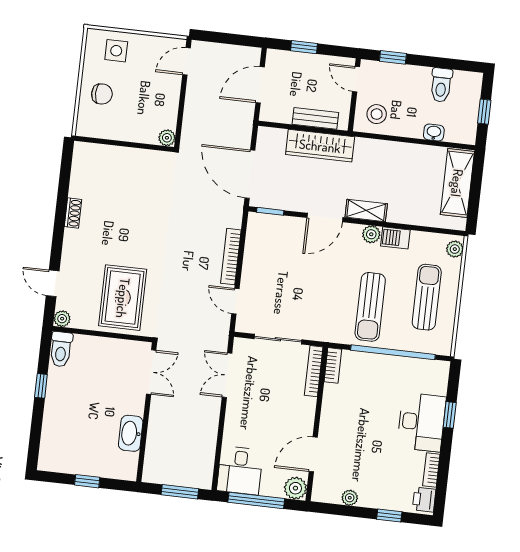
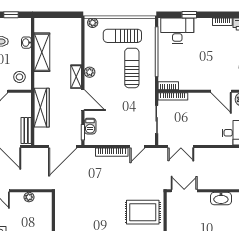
bench: (315, 118) -> (26, 130), moved
plant: (167, 138) -> (29, 197), moved
shelving: (457, 183) -> (42, 52), moved, turned 90
barbecue: (395, 238) -> (90, 126), moved
sun lounger: (370, 307) -> (132, 68), turned -90
desk: (421, 422) -> (177, 31), moved

